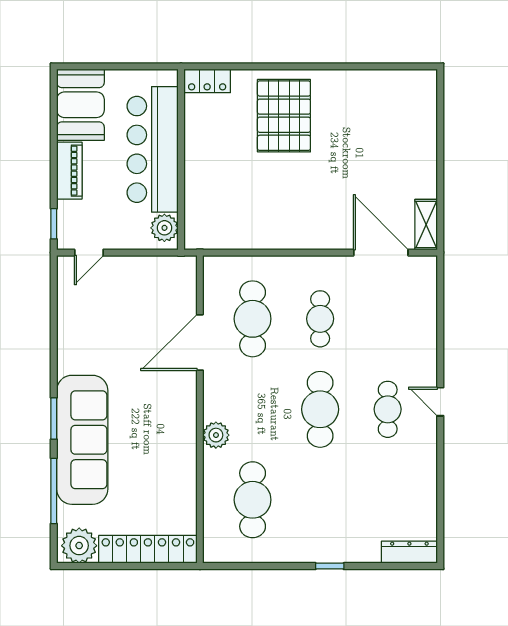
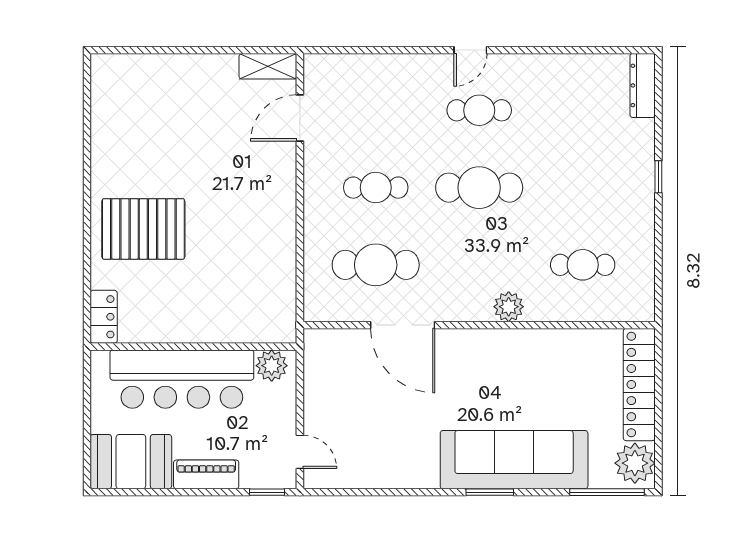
door: (381, 253) -> (300, 118), width x0.73
window: (54, 491) -> (607, 492), moved
cafe table: (253, 500) -> (583, 265), width x0.73, depth x0.74

